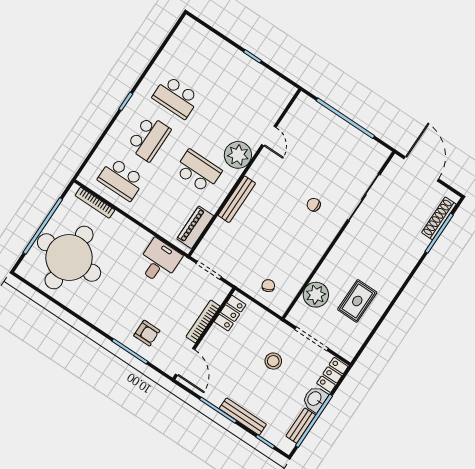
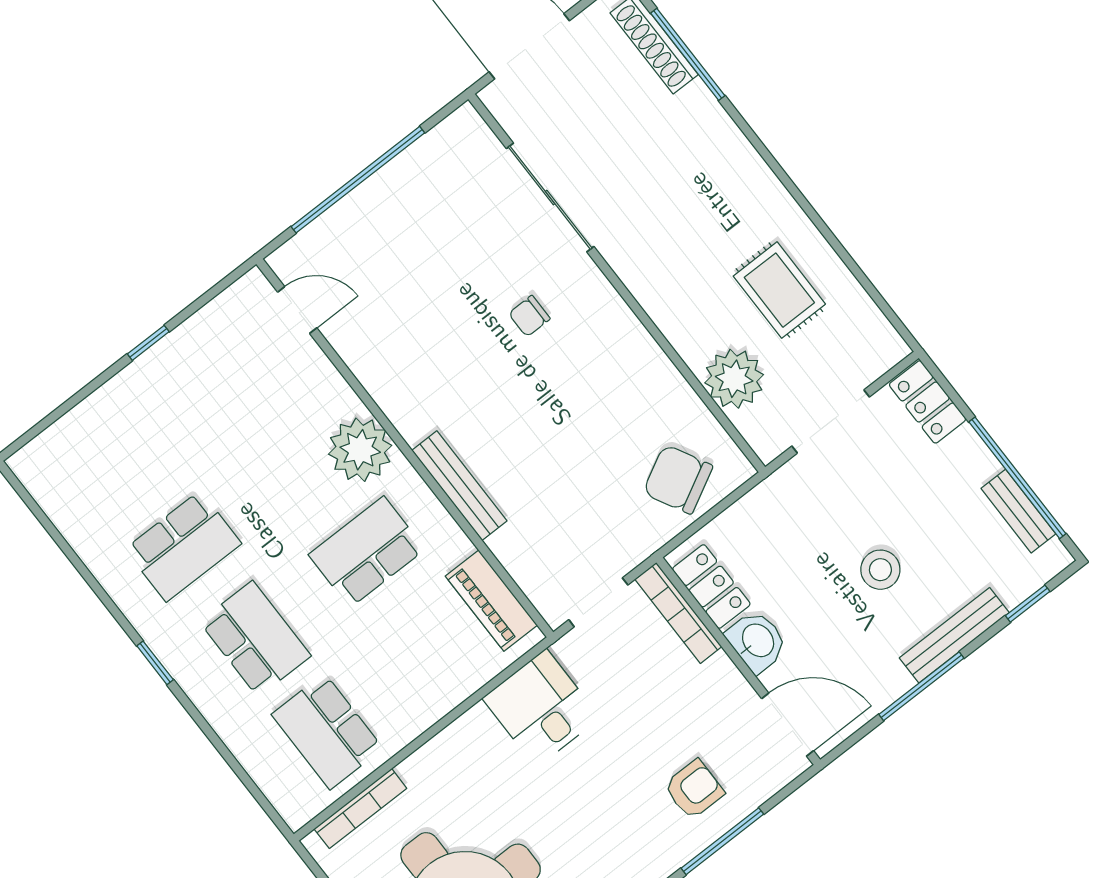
door: (269, 136) -> (297, 310), moved
school desk: (121, 179) -> (327, 731), turned 90
chair: (268, 286) -> (678, 479), width x1.87, depth x1.87
bookcase: (203, 322) -> (678, 613), moved
stool: (273, 361) -> (880, 570), moved
washbasin: (315, 399) -> (757, 641), moved, turned 180

